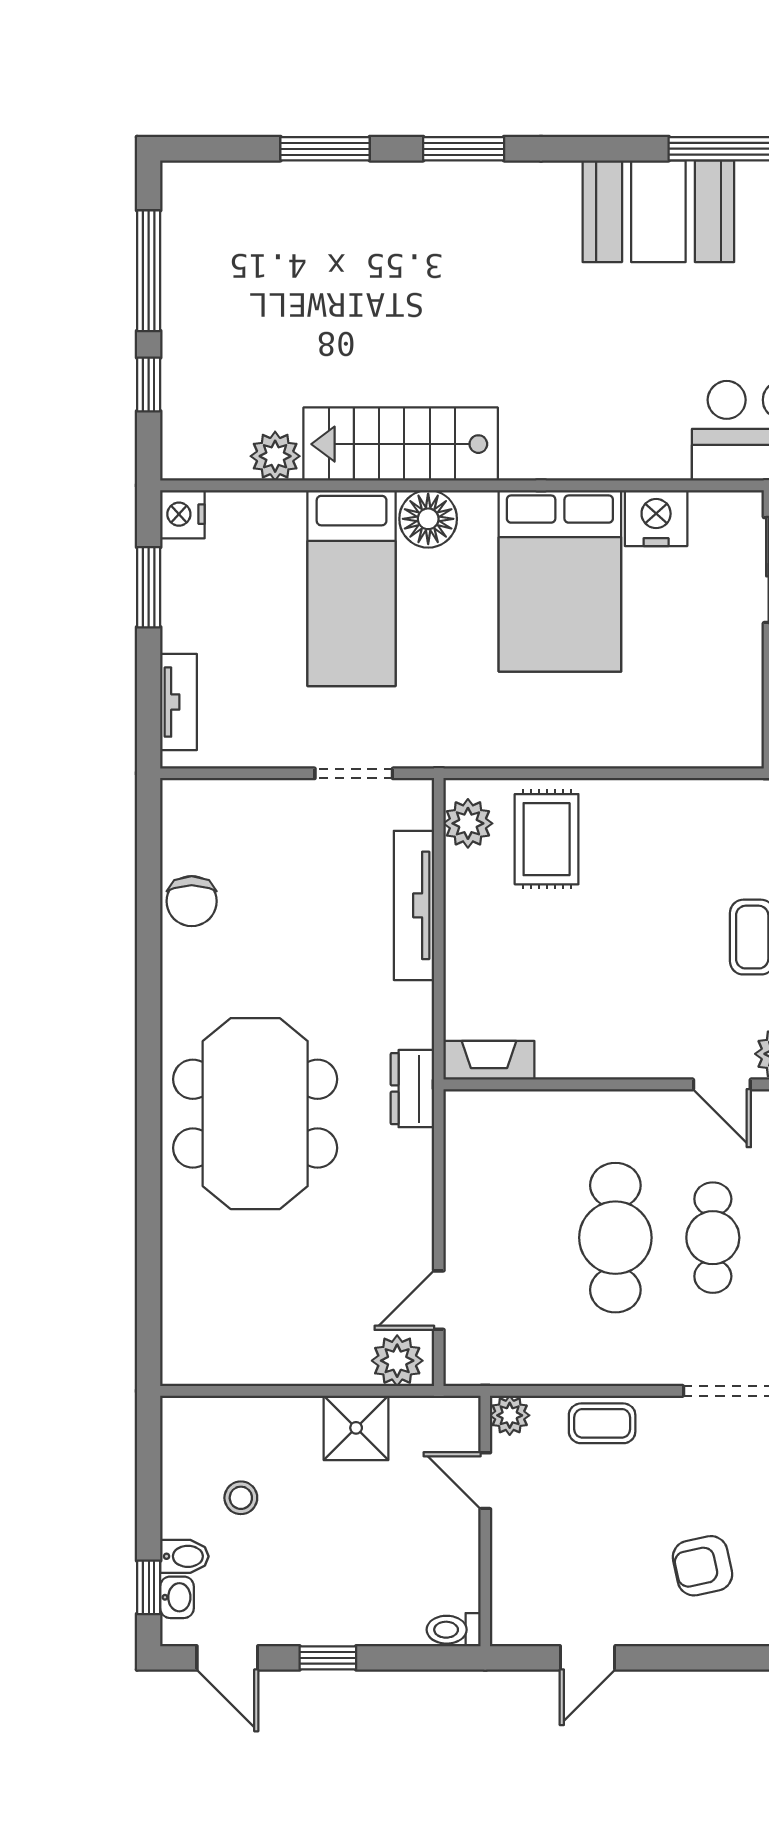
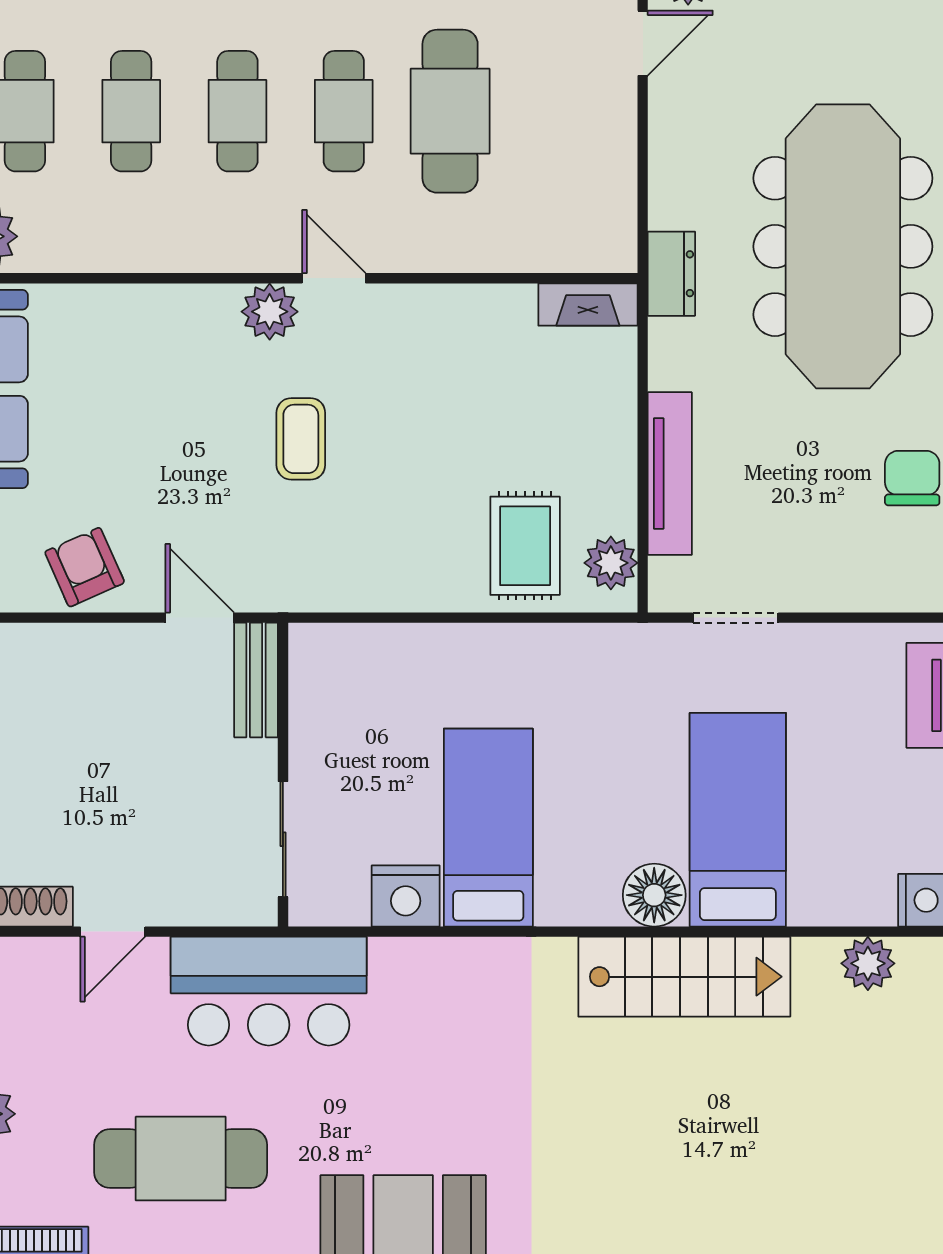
plant: (275, 456) -> (868, 963), moved
bed: (560, 581) -> (488, 828), width x0.67
meeting table: (255, 1114) -> (843, 246), width x1.36

